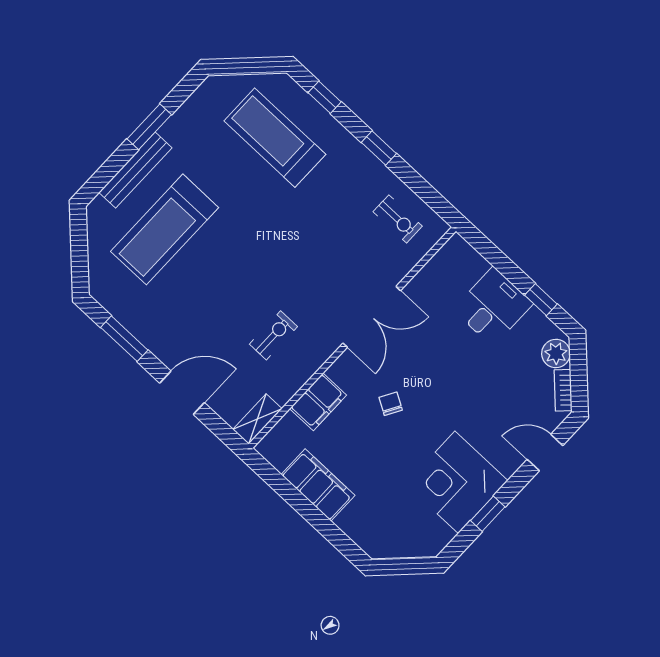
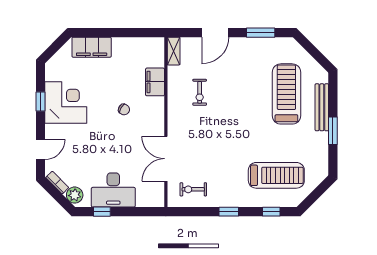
desk: (493, 307) -> (113, 190), width x1.37
double door: (372, 317) -> (166, 159), moved
filing cabinet: (318, 485) -> (92, 47), moved

